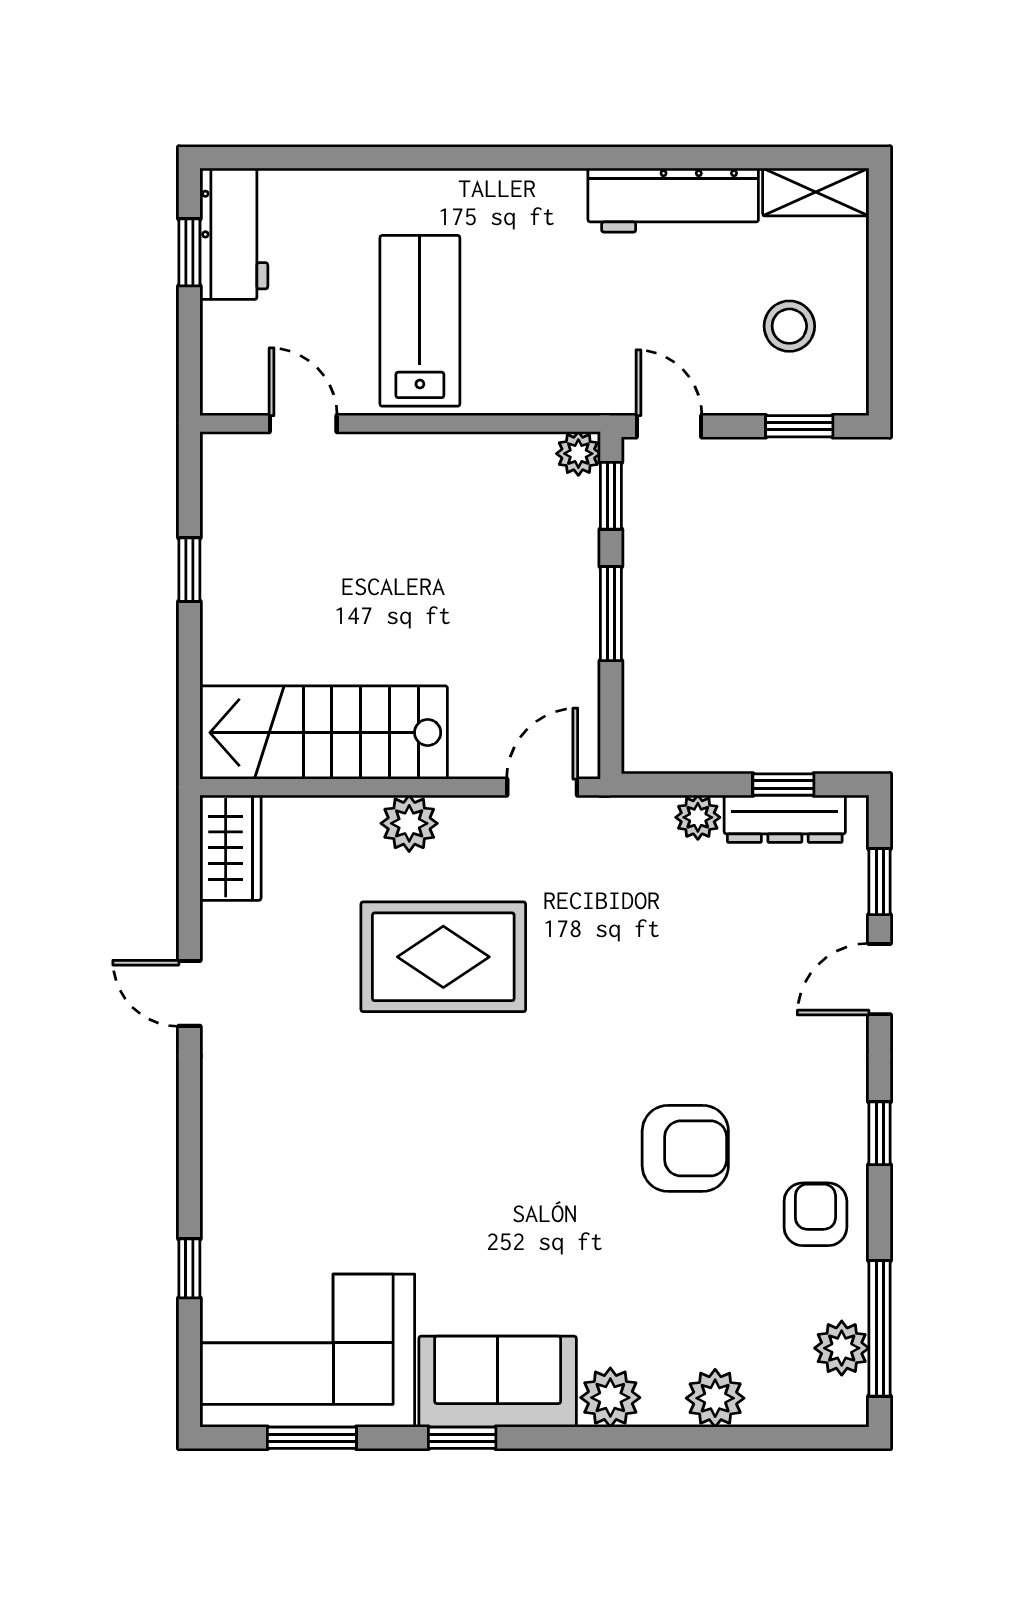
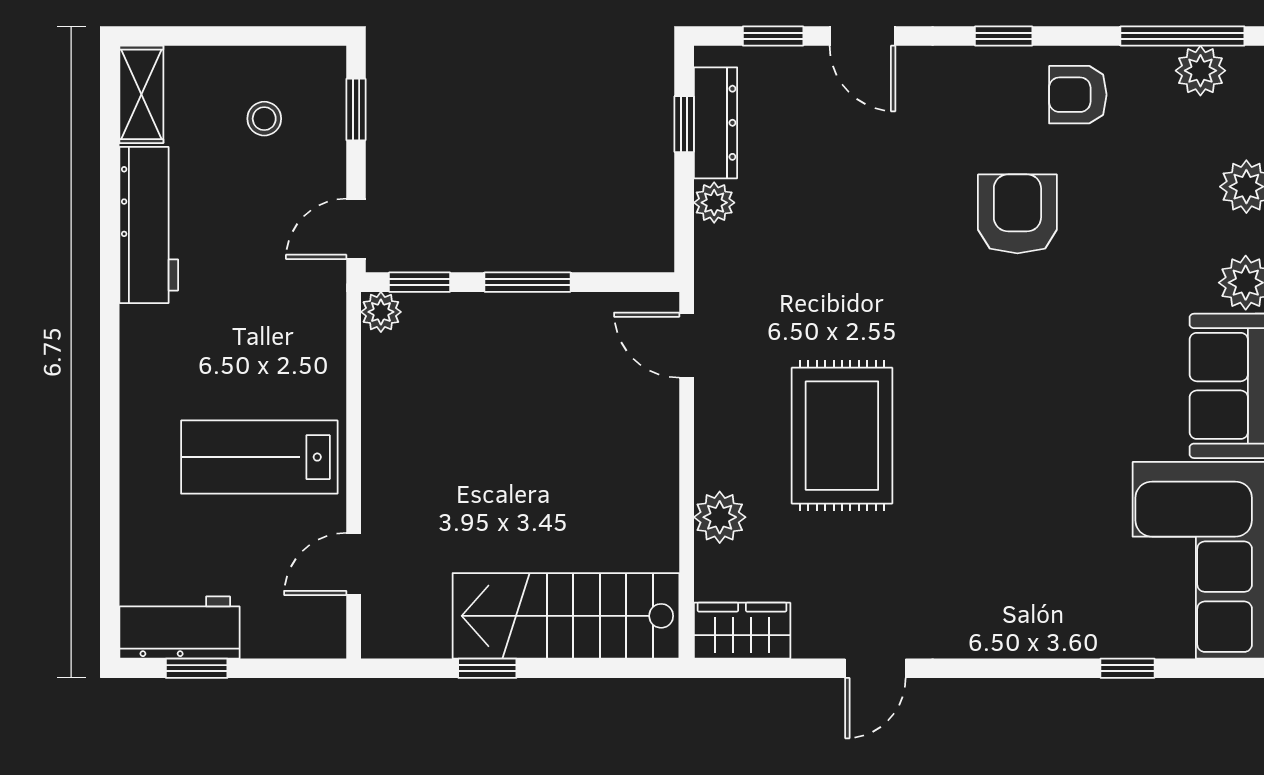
stool: (789, 326) -> (264, 119), width x0.73, depth x0.73
stairs: (324, 733) -> (566, 616), moved, turned 90
plant: (409, 823) -> (720, 517), moved

